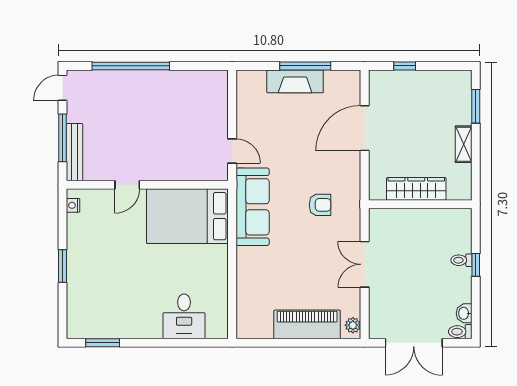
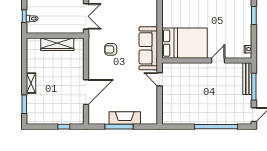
wardrobe: (416, 189) -> (57, 44), moved
wall: (420, 204) -> (55, 36), moved

